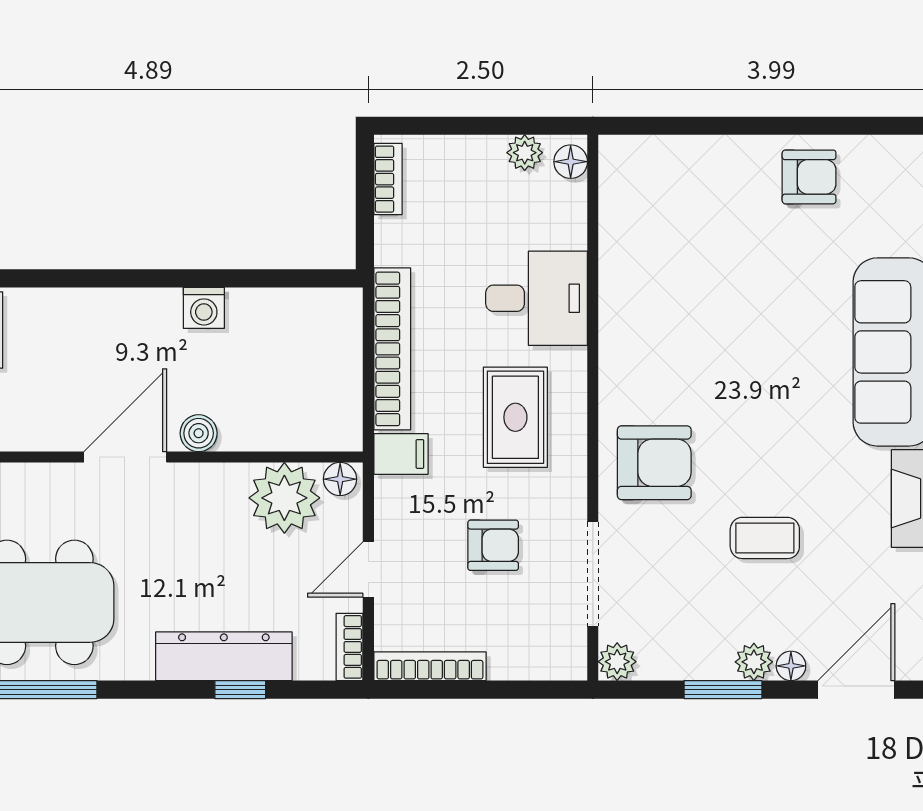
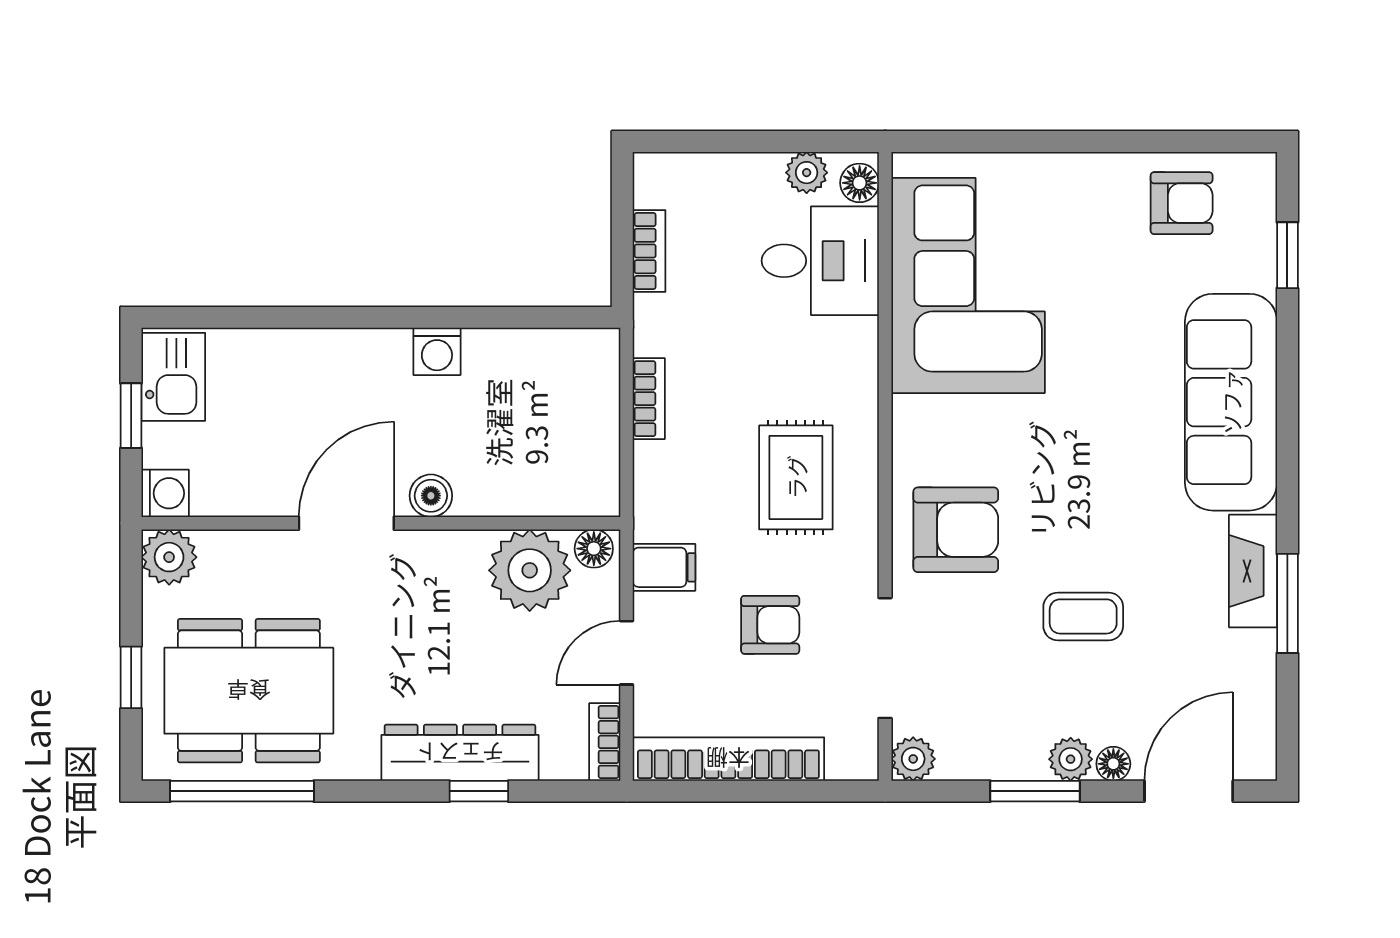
armchair: (809, 177) -> (1182, 203), moved
bookcase: (388, 179) -> (649, 251), moved
corner sofa: (665, 251) -> (968, 286), added
desk: (537, 298) -> (820, 261), moved
bookcase: (392, 349) -> (649, 399), width x0.43, depth x0.76
filing cabinet: (401, 454) -> (664, 567), moved
bookcase: (430, 666) -> (728, 759), width x1.48, depth x1.31

